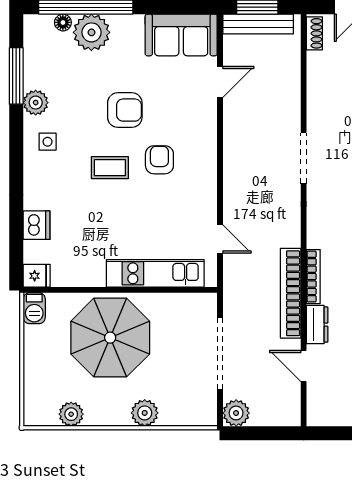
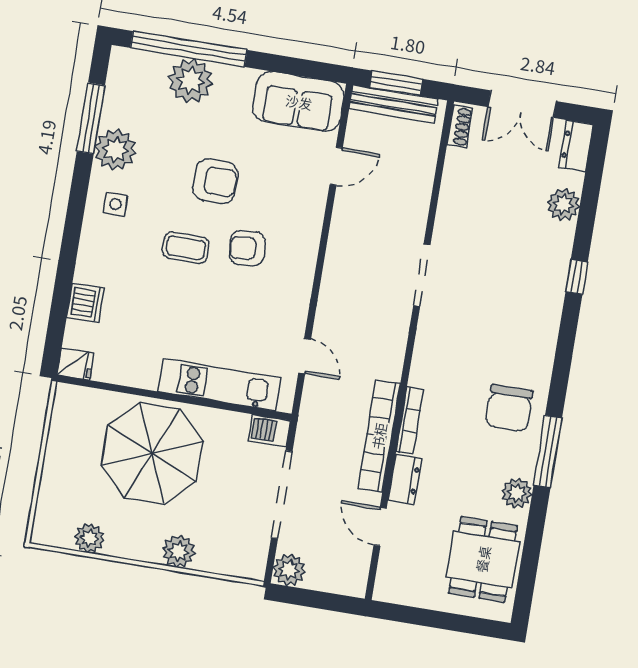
floor lamp: (63, 22) -> (158, 63), removed
plant: (36, 103) -> (115, 150), width x1.36, depth x1.36
armchair: (159, 160) -> (247, 248), turned -95
barbecue: (34, 308) -> (269, 431), moved, turned 90

